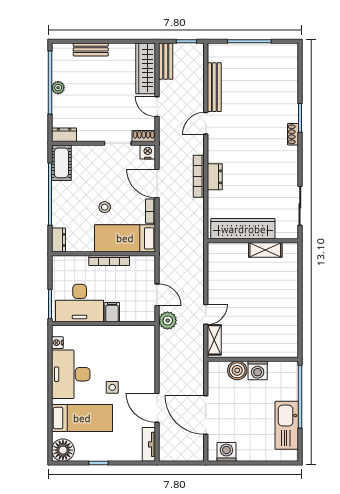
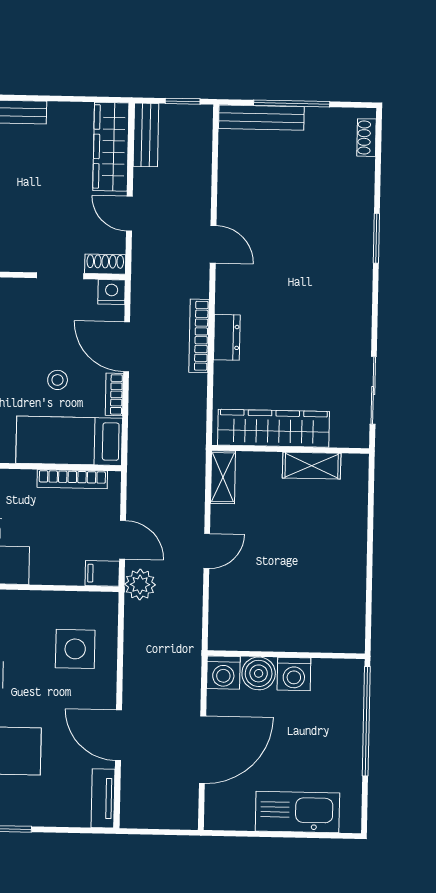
bench: (214, 87) -> (261, 118), moved, turned 90
door: (206, 123) -> (213, 244), swing flipped
shoe rack: (293, 134) -> (367, 138), moved
stool: (105, 207) -> (58, 380), moved
bookcase: (109, 260) -> (72, 479), moved
filing cabinet: (112, 312) -> (102, 573), moved, turned -90
door: (206, 314) -> (207, 551), moved
shelving: (214, 340) -> (223, 477), moved
side table: (112, 387) -> (75, 649), moved, width x1.87, depth x1.87
door: (206, 415) -> (203, 750), swing flipped
kitchen sink: (287, 425) -> (297, 812), moved, turned 90
washing machine: (226, 452) -> (223, 673), moved, turned 180

